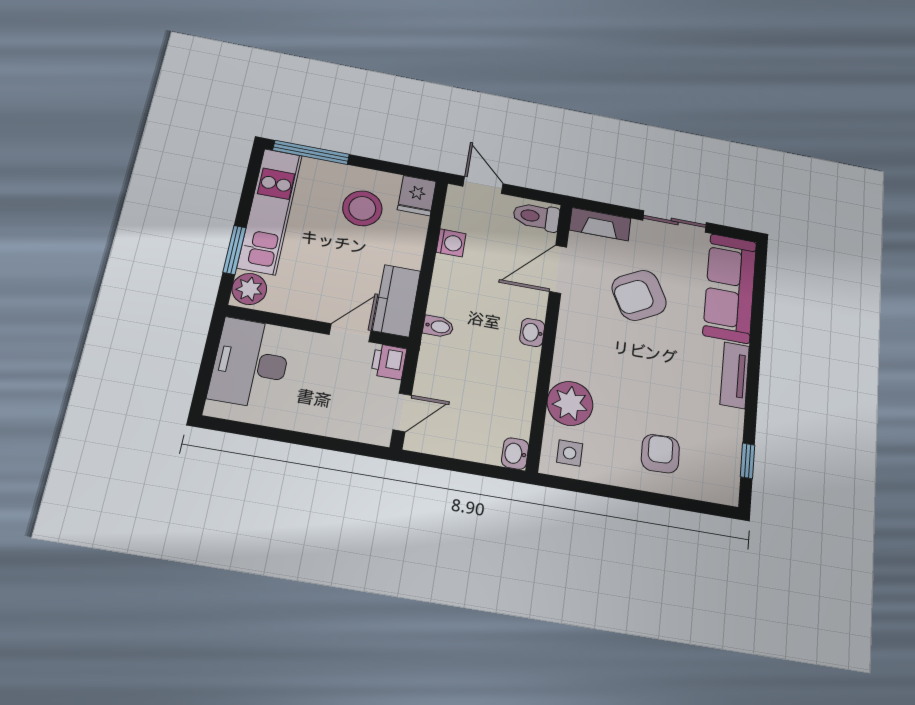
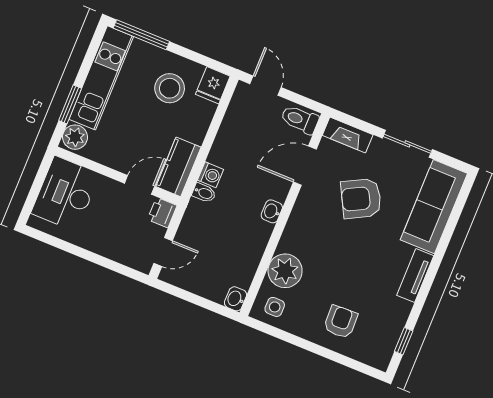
washing machine: (451, 243) -> (210, 175), moved

